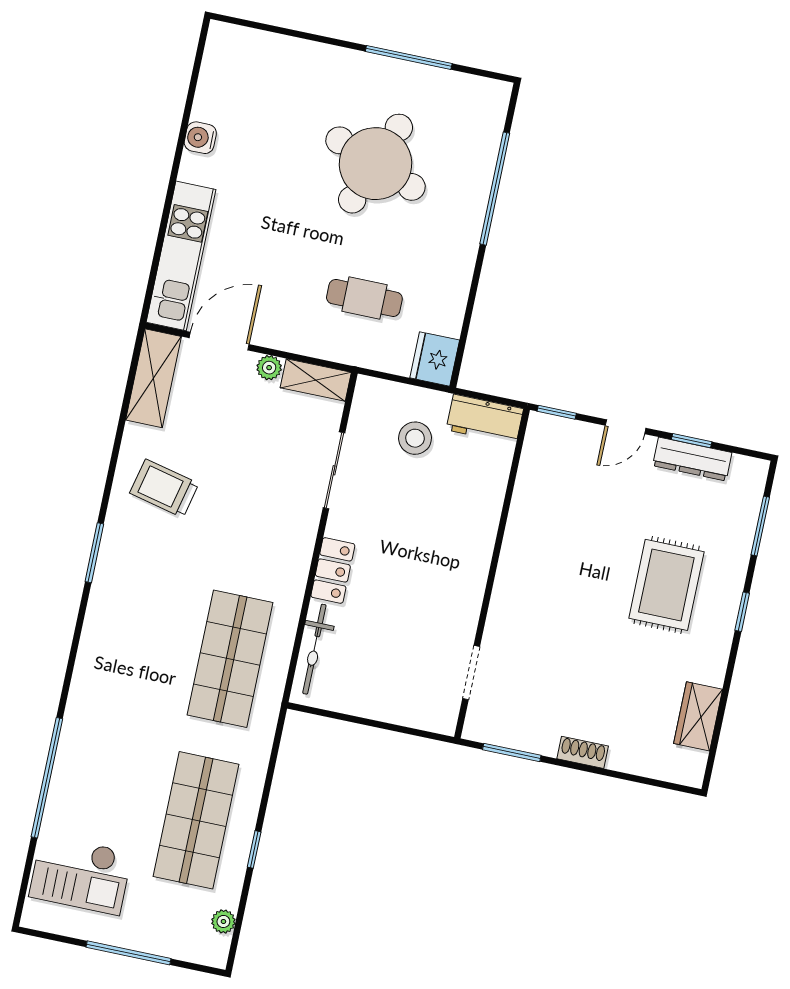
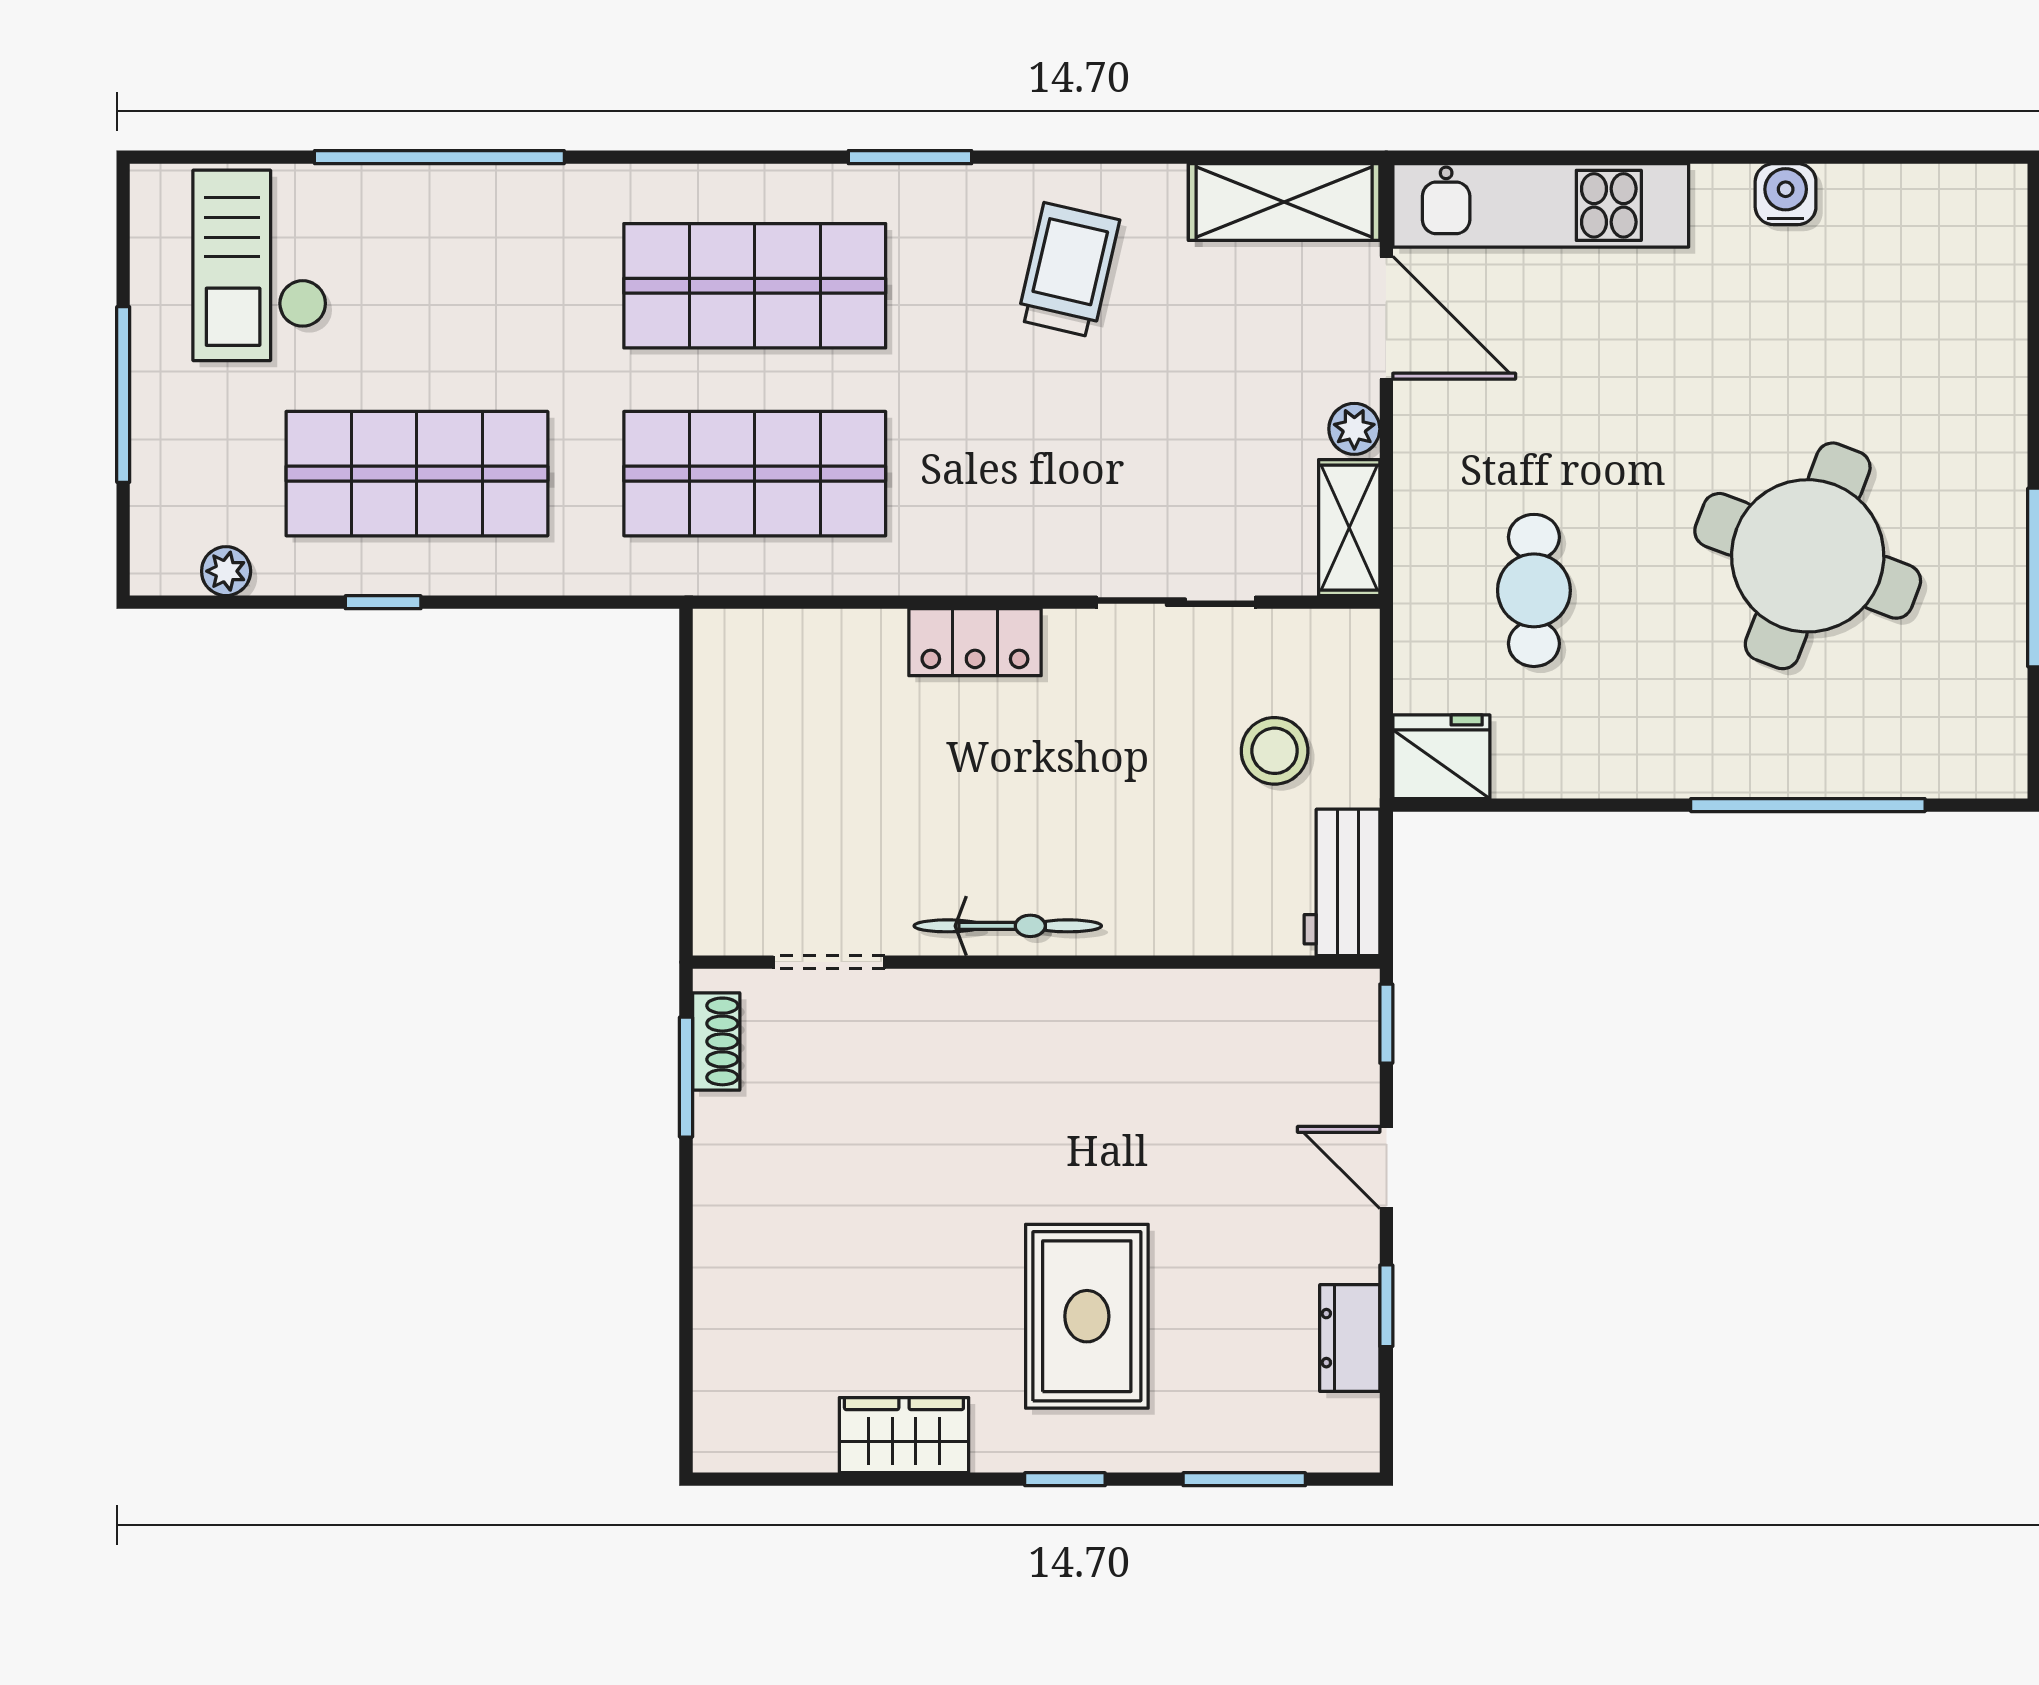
dresser: (692, 459) -> (1350, 1338), width x0.70
rug: (666, 585) -> (1087, 1316), turned 90
shop shelf: (140, 640) -> (755, 286), added
bicycle: (314, 649) -> (1008, 926), moved, turned 180
wardrobe: (698, 716) -> (904, 1435), moved
shoe rack: (583, 752) -> (716, 1041), moved

